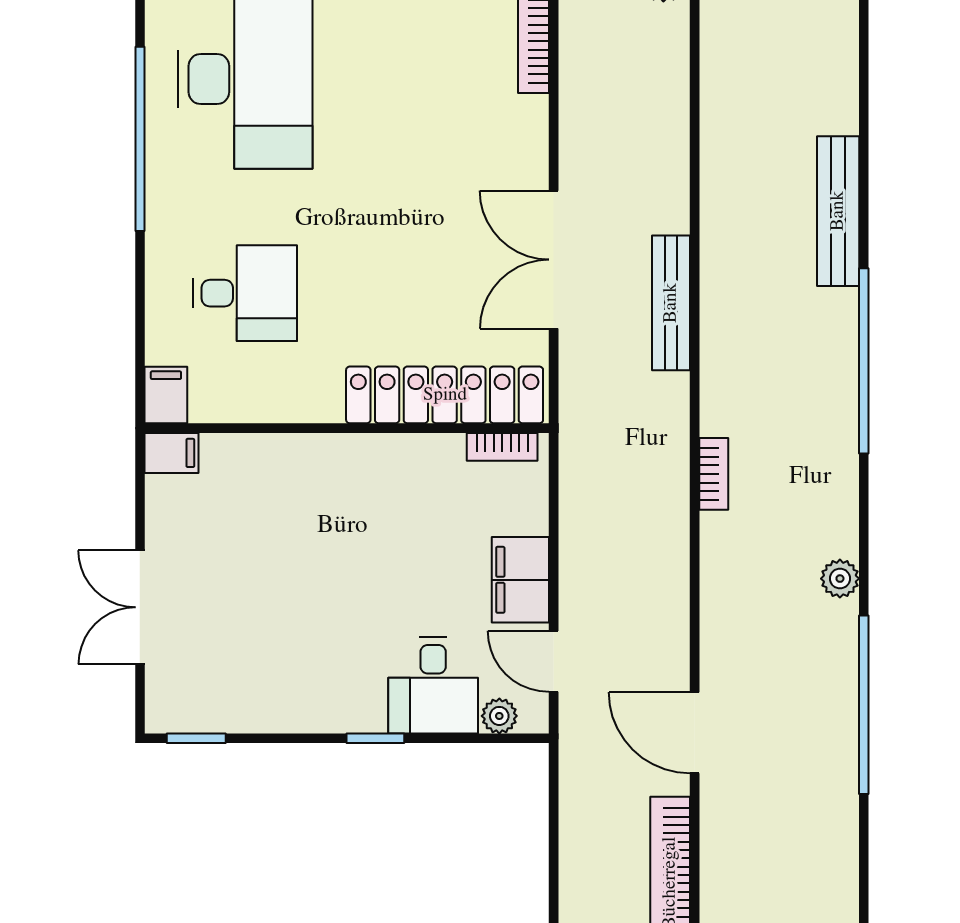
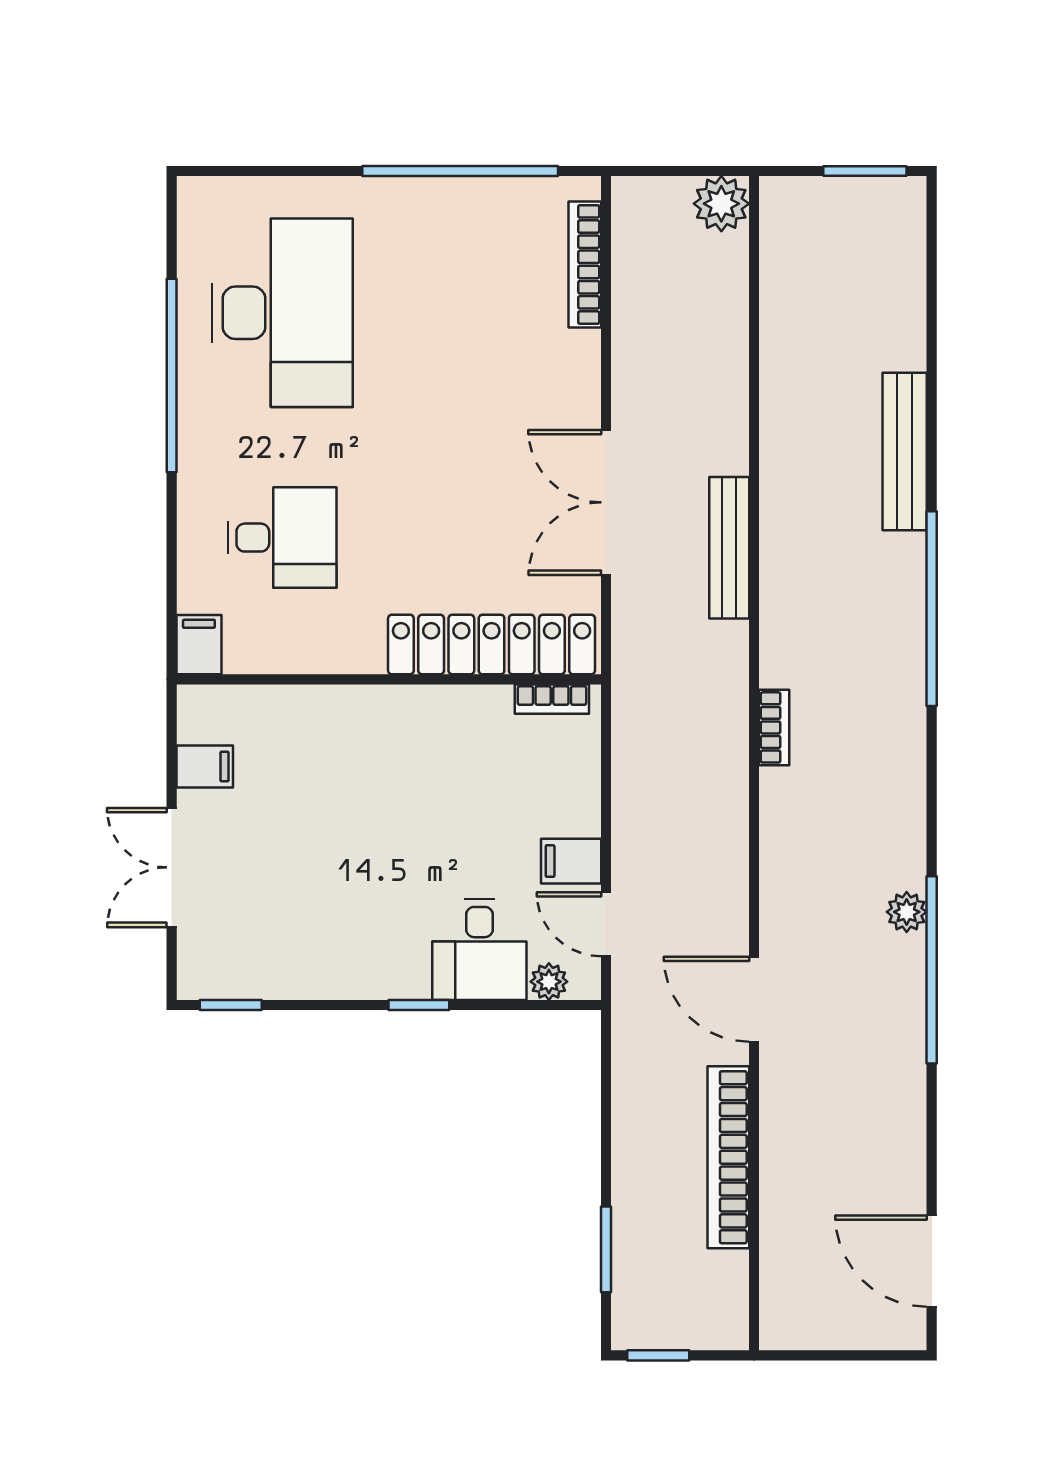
filing cabinet: (172, 453) -> (205, 767), moved
plant: (840, 579) -> (907, 912), moved
filing cabinet: (520, 580) -> (571, 861), width x0.50

